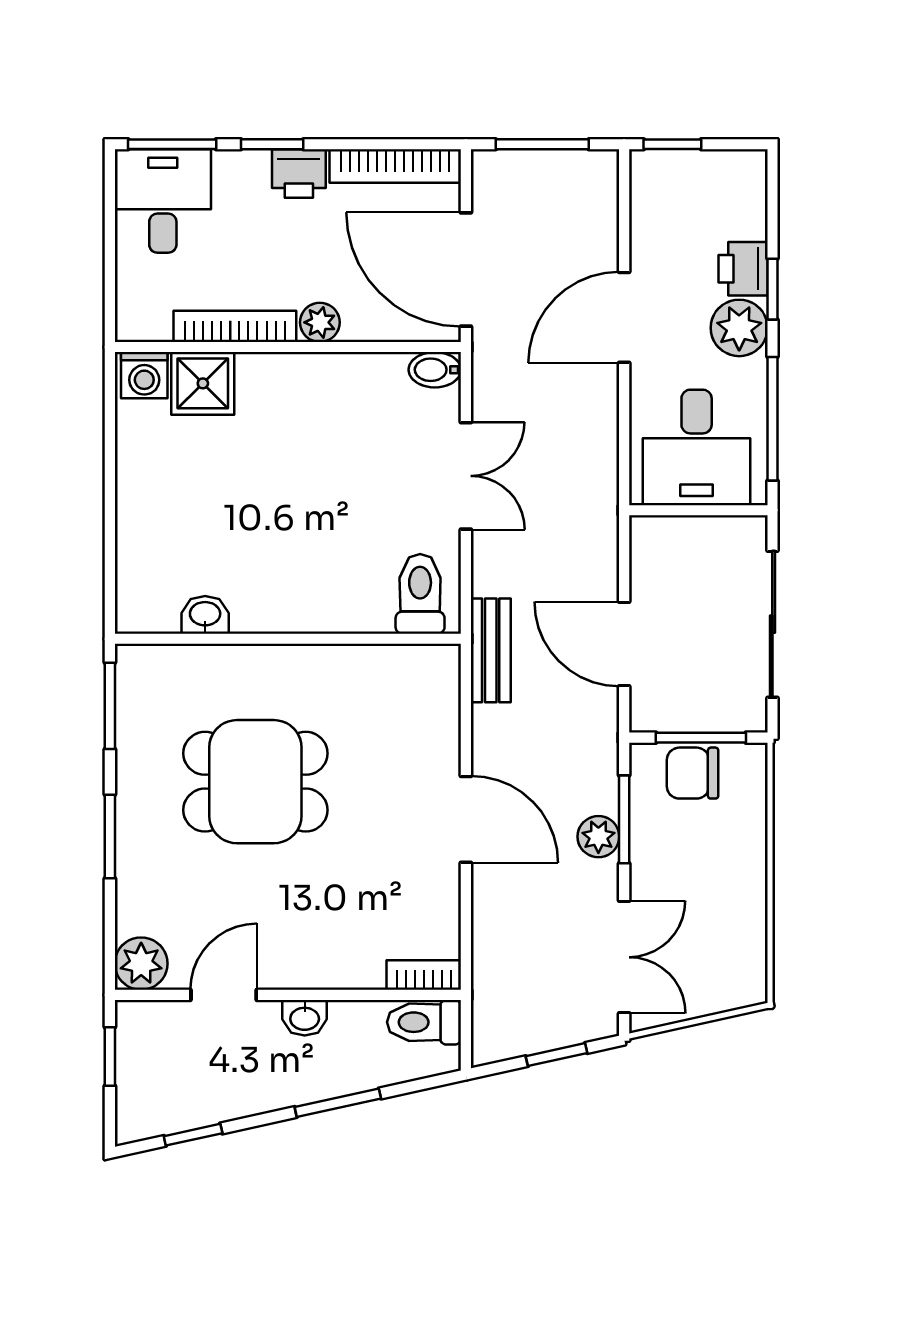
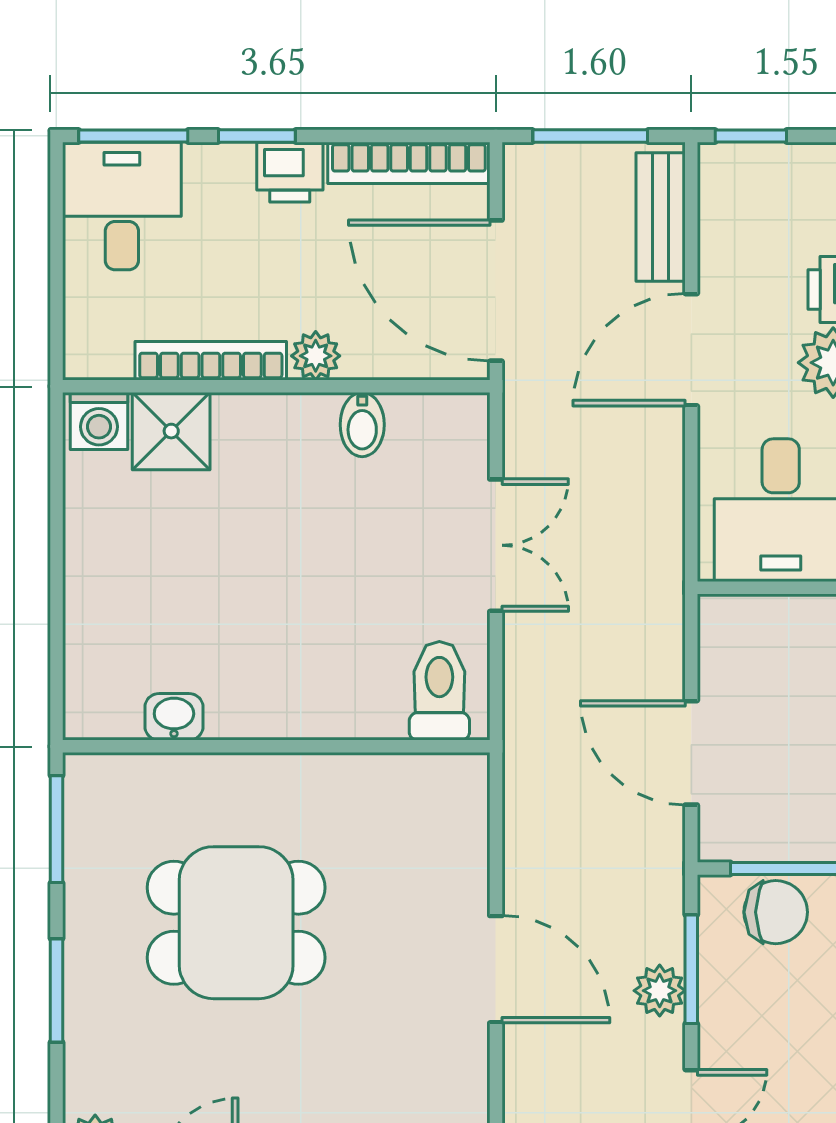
bidet: (435, 370) -> (362, 425), moved, turned -90
bench: (491, 650) -> (661, 217), moved
chair: (693, 773) -> (776, 912), turned 180

